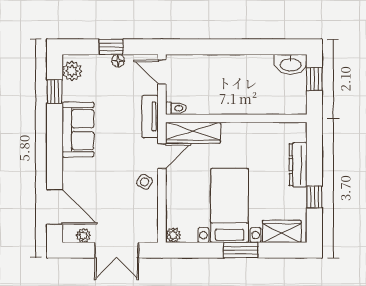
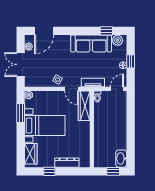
sofa: (78, 130) -> (91, 44), width x1.36
window: (241, 250) -> (21, 113), moved

